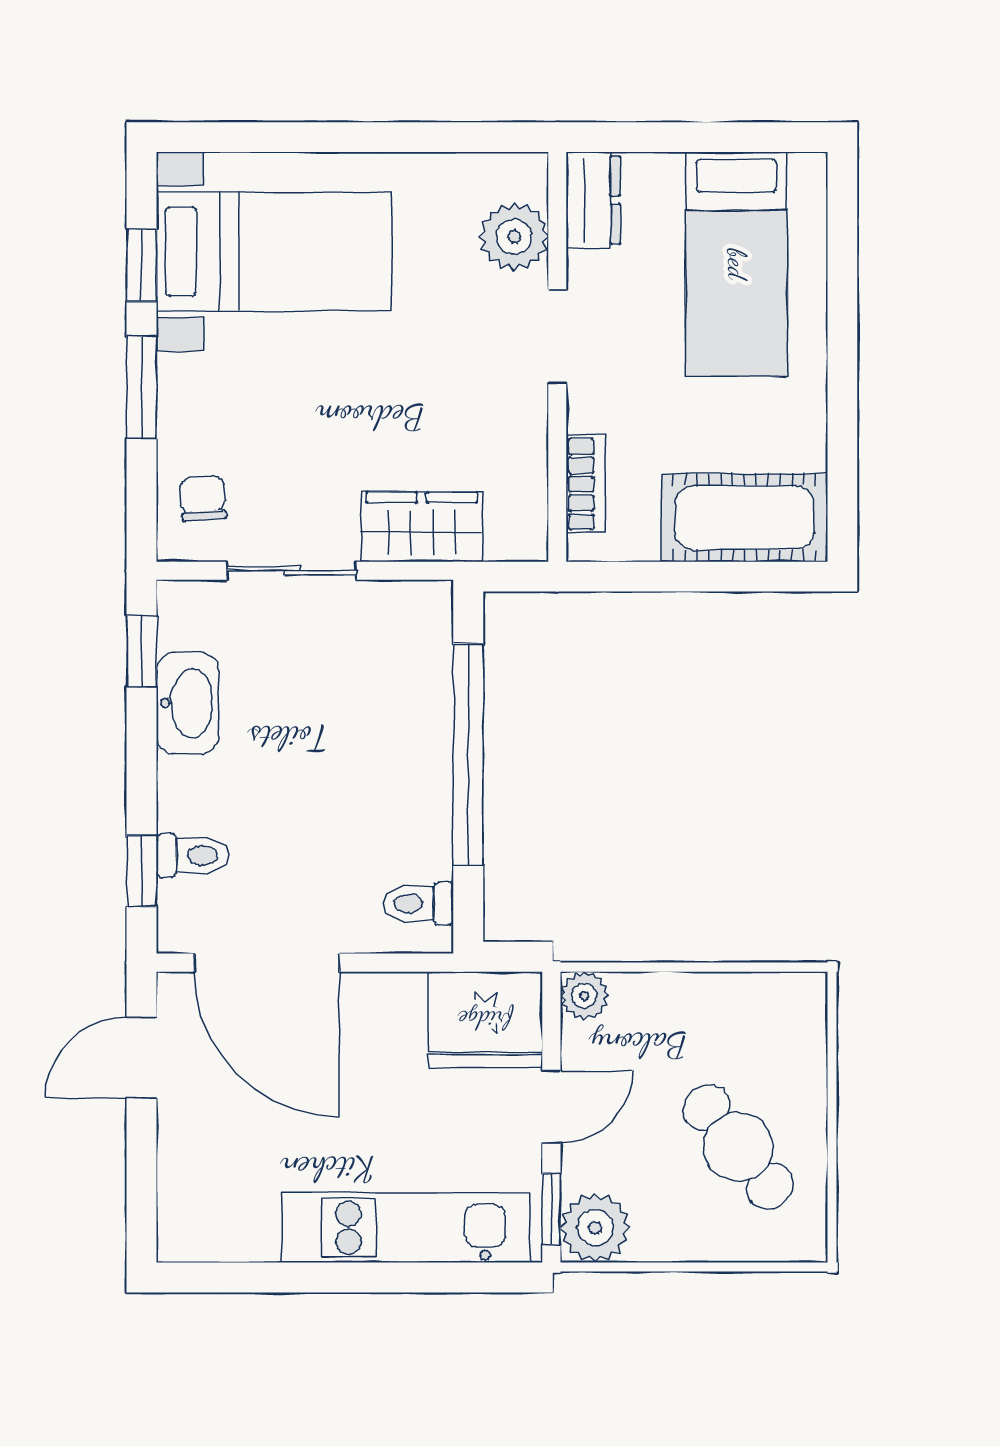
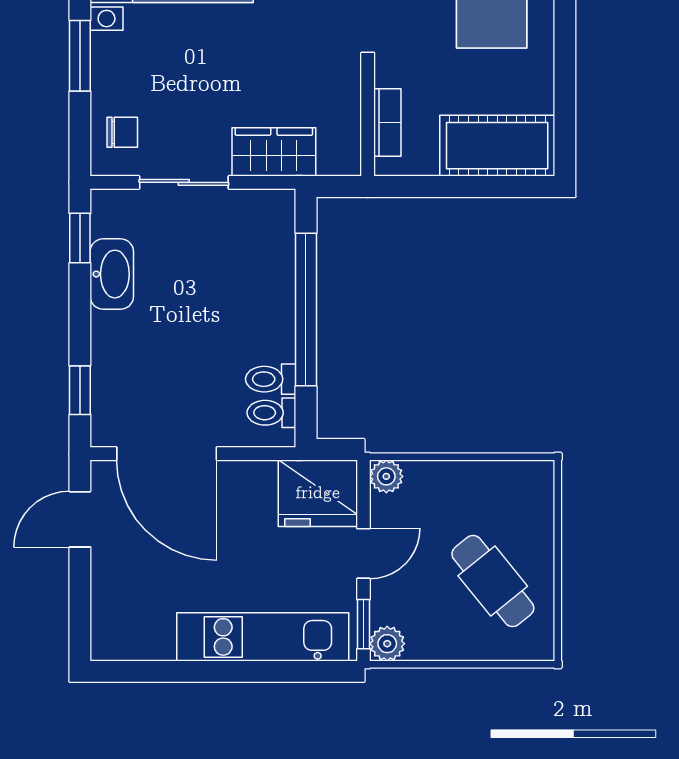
chair: (203, 498) -> (122, 132), turned 95
toilet: (193, 855) -> (271, 379), moved, turned 180
plant: (595, 1228) -> (387, 644), width x0.73, depth x0.73

